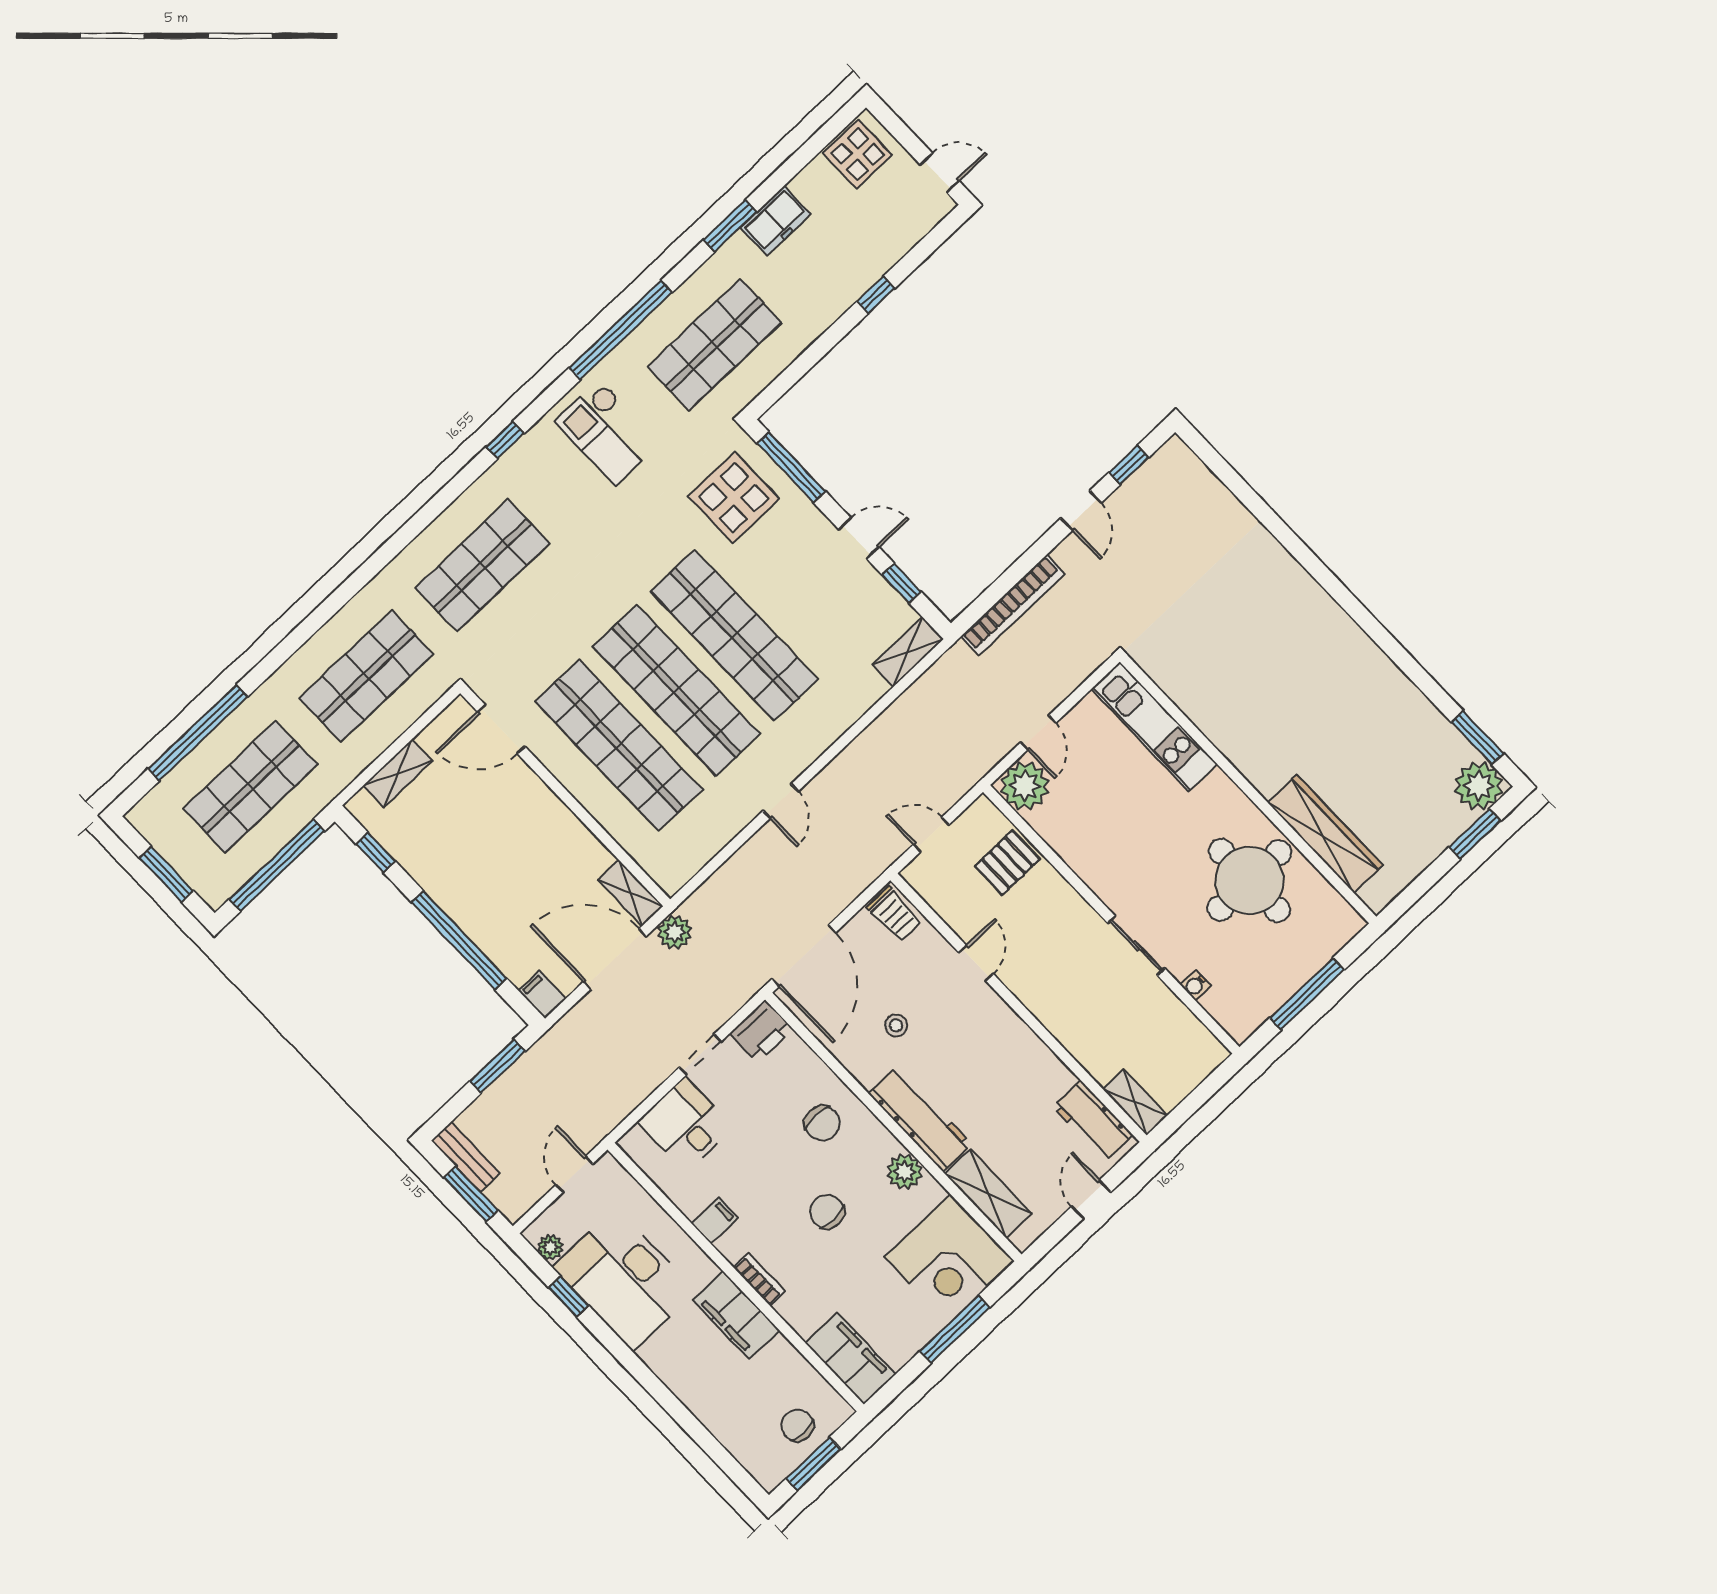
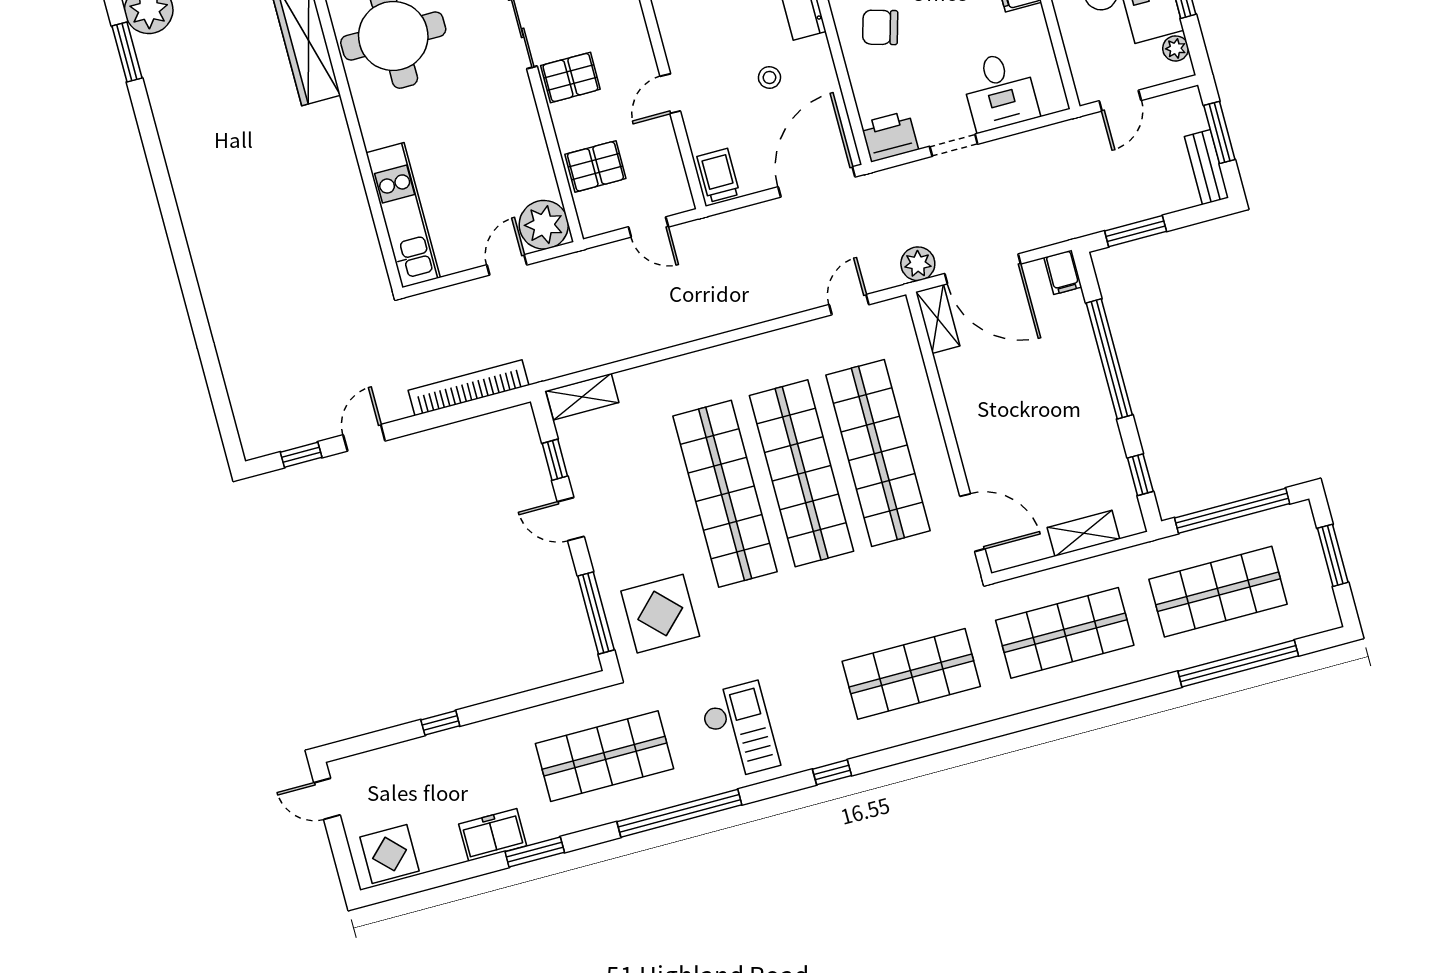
door: (781, 801) -> (849, 305), moved
pallet: (1072, 929) -> (570, 77), added
chair: (822, 1123) -> (880, 27), turned -74

